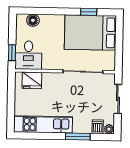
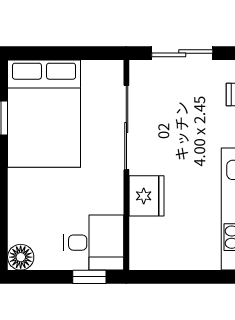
floor lamp: (33, 20) -> (21, 257), moved
fridge: (32, 80) -> (147, 196), moved

